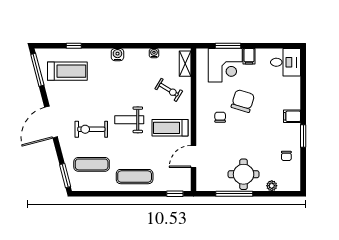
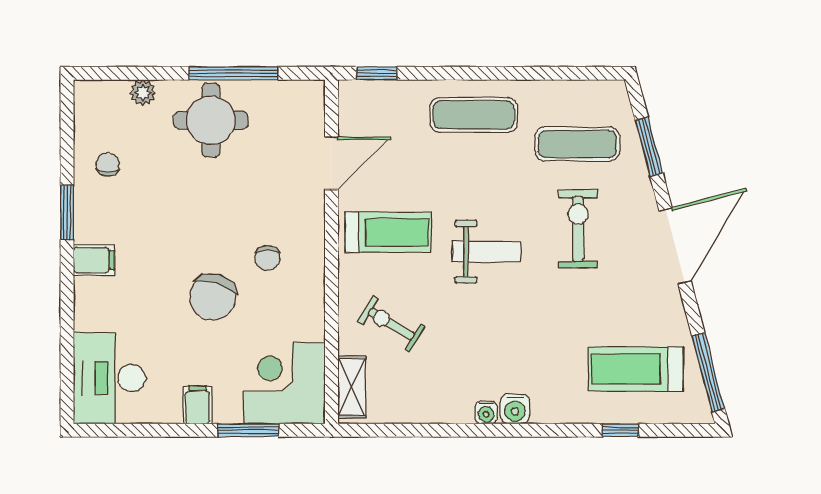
water cooler: (154, 53) -> (486, 413), moved
desk: (286, 62) -> (109, 378), width x1.37
corner desk: (225, 65) -> (284, 383), moved
exercise bike: (91, 129) -> (578, 229), turned -90
window: (65, 176) -> (649, 147), moved

